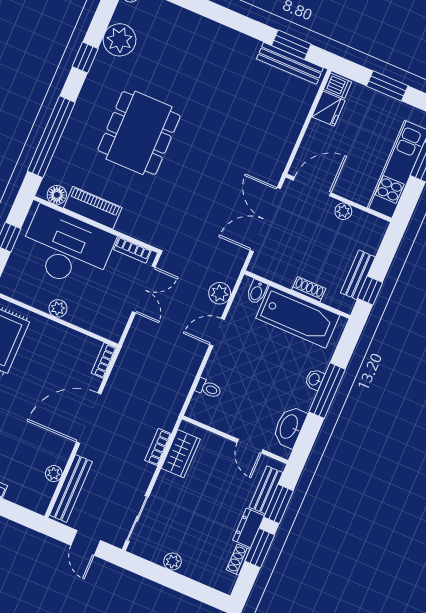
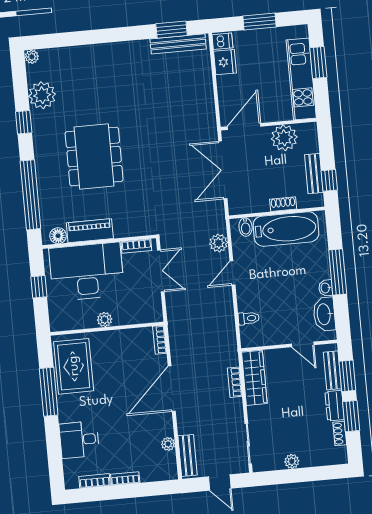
plant: (343, 211) -> (284, 138), width x1.88, depth x1.88
washbasin: (314, 379) -> (326, 288), moved
wardrobe: (181, 454) -> (254, 378), width x1.50
bench: (71, 488) -> (188, 455), width x0.73

